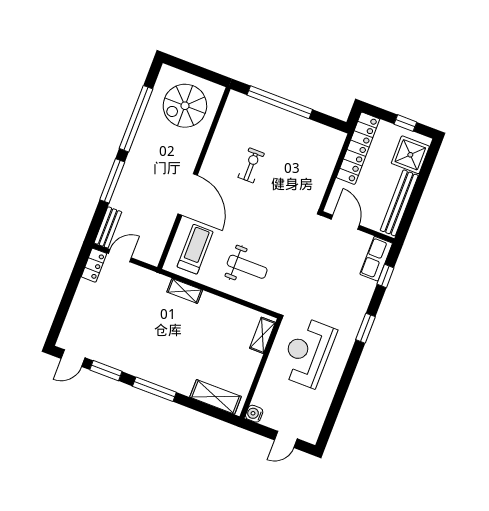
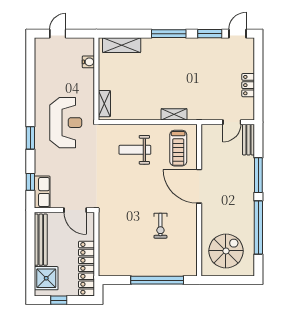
locker: (94, 265) -> (248, 85), moved
reception desk: (308, 353) -> (66, 123), moved
water cooler: (254, 414) -> (88, 62), moved

